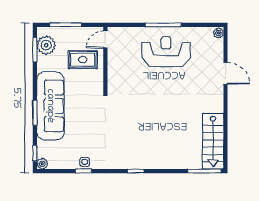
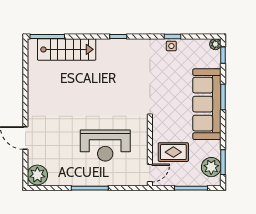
plant: (218, 33) -> (37, 175), width x1.88, depth x1.88
reception desk: (166, 51) -> (105, 146), moved
stairs: (213, 141) -> (67, 49), moved, turned 90

